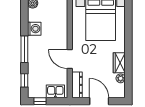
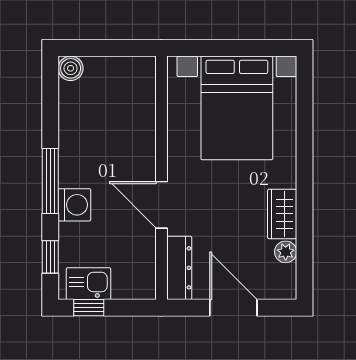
washing machine: (34, 29) -> (74, 205), moved
kitchen sink: (55, 91) -> (88, 284), moved

